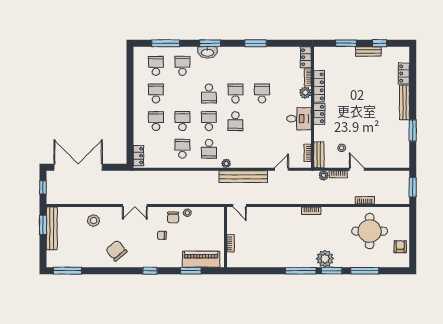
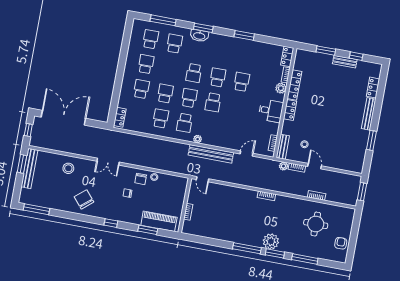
round table: (370, 231) -> (316, 224), width x0.73, depth x0.73

